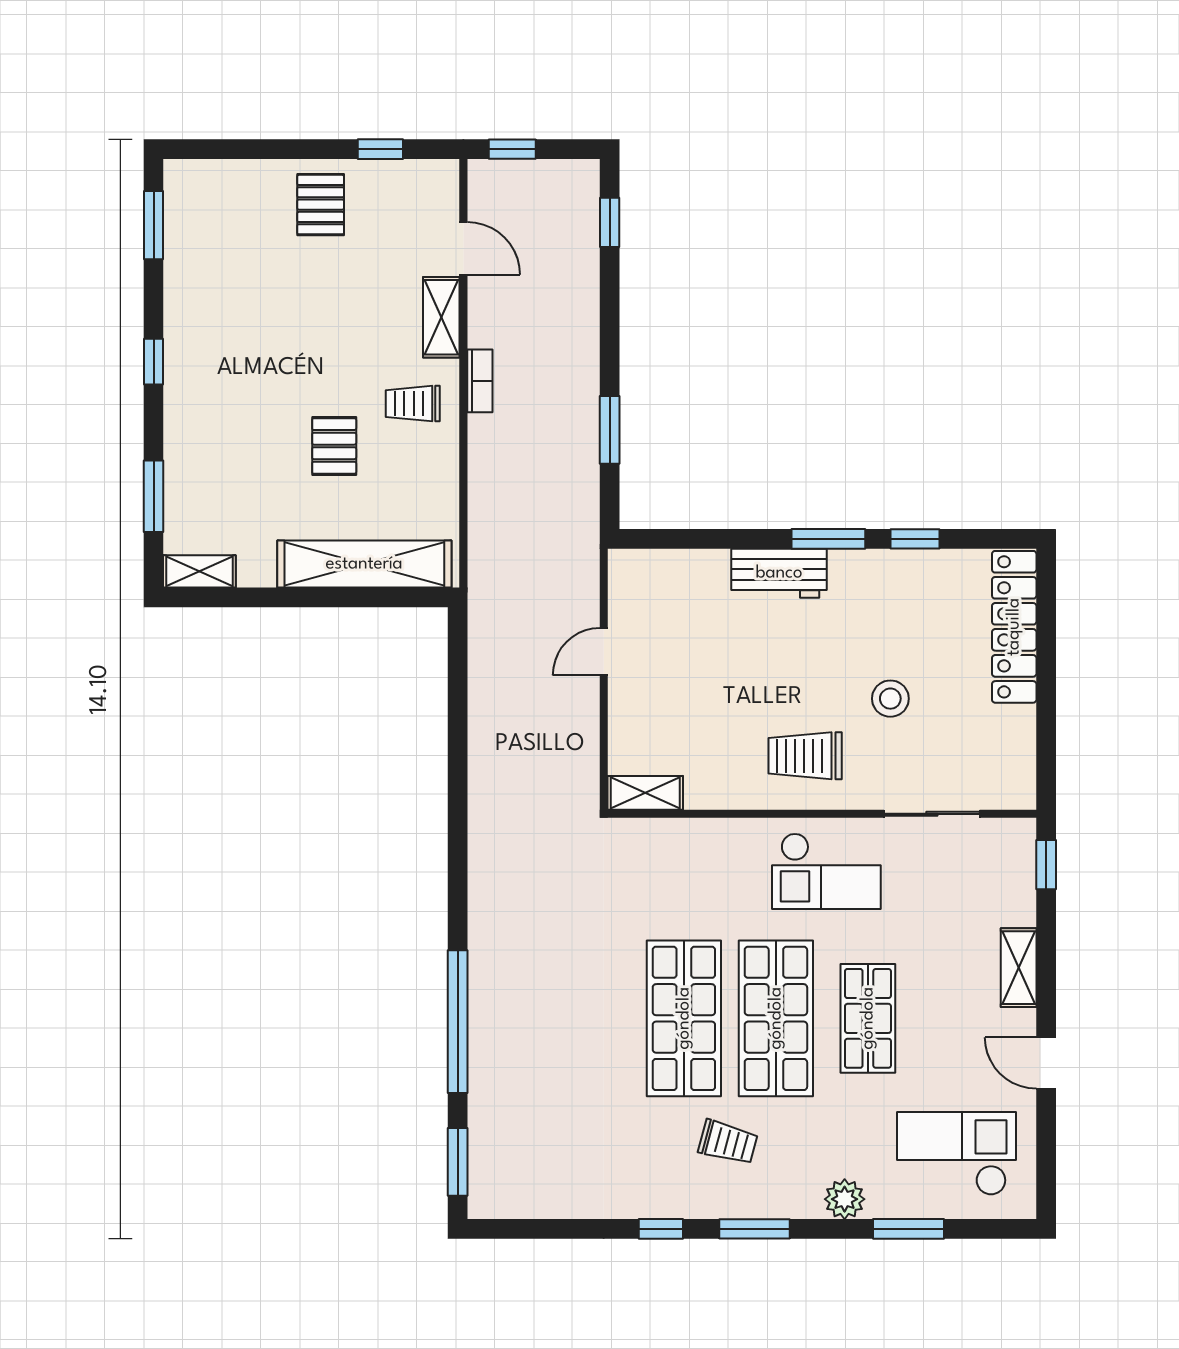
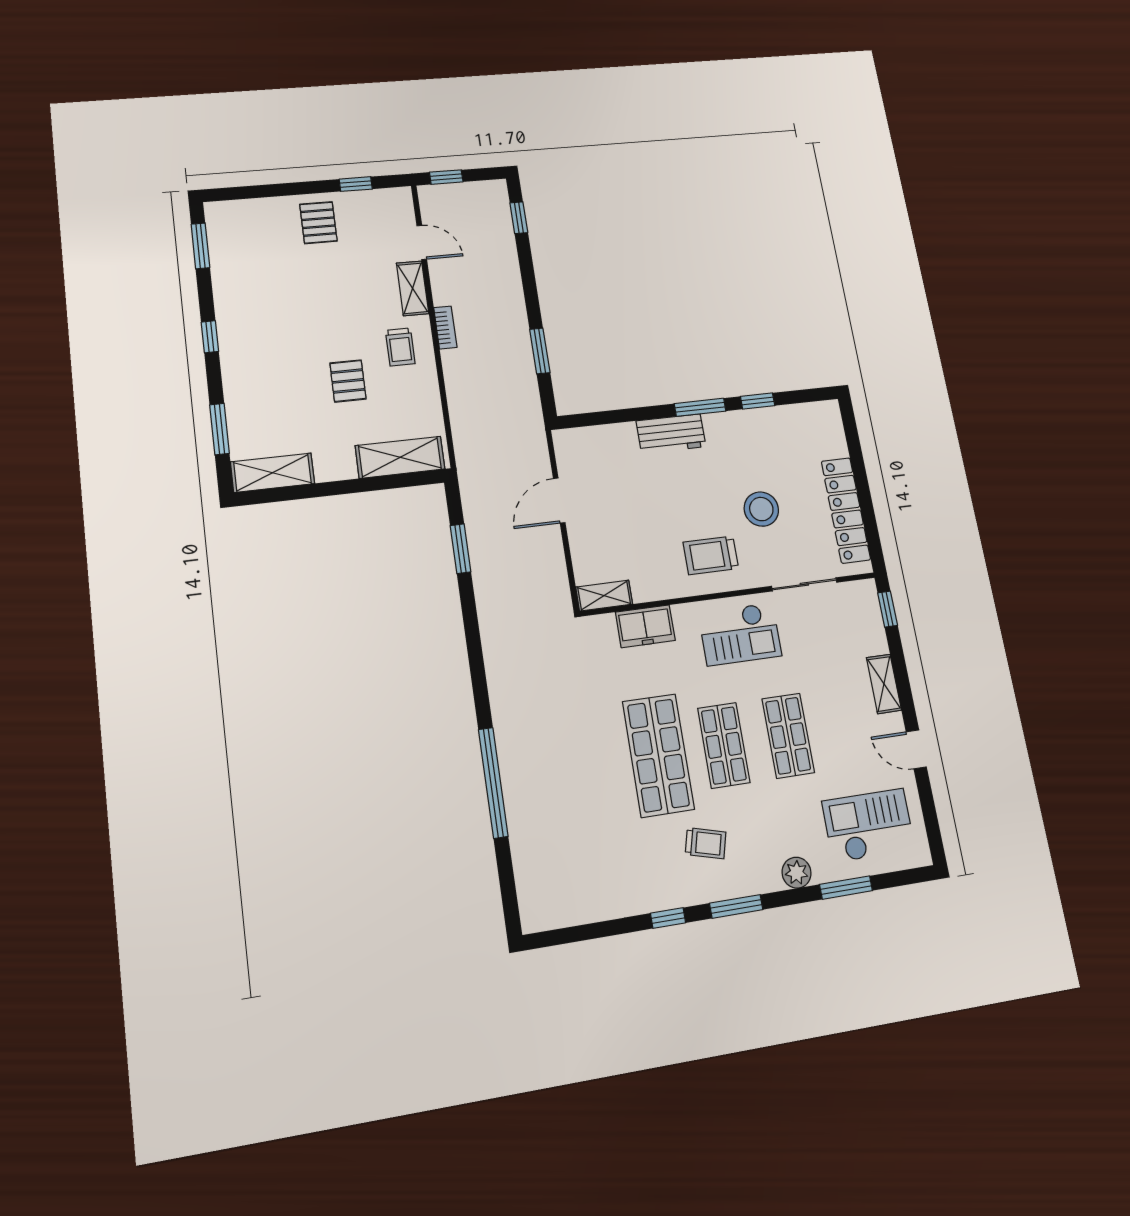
trolley: (413, 404) -> (400, 347), turned -90
shelving: (364, 564) -> (400, 457), width x0.68
shelving: (199, 571) -> (273, 473), width x1.50, depth x1.33
locker: (1014, 627) -> (846, 510), moved
door: (604, 652) -> (559, 501), width x1.38
stool: (890, 699) -> (761, 509), width x1.38, depth x1.38
freezer: (695, 843) -> (645, 626), added
shop shelf: (776, 1018) -> (724, 745), width x0.70, depth x0.74
window: (458, 1162) -> (460, 549), moved

